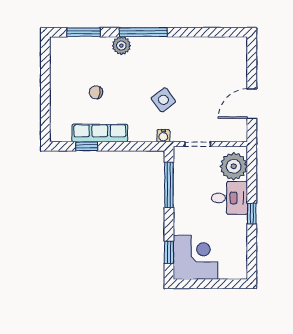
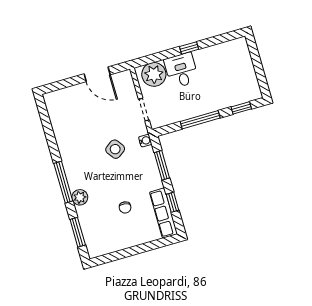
row of seats: (100, 133) -> (164, 213), moved
window: (131, 146) -> (162, 165), added
window: (169, 185) -> (200, 120), moved
corner desk: (195, 257) -> (239, 85), removed

